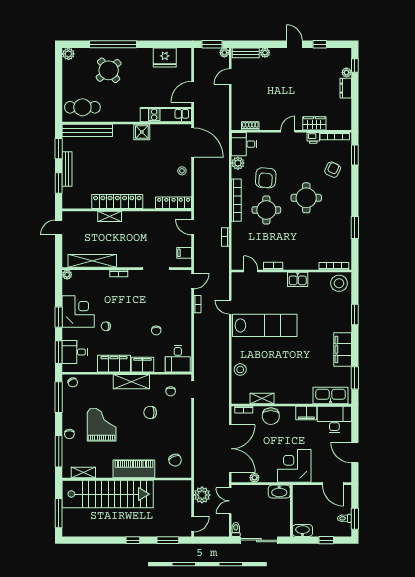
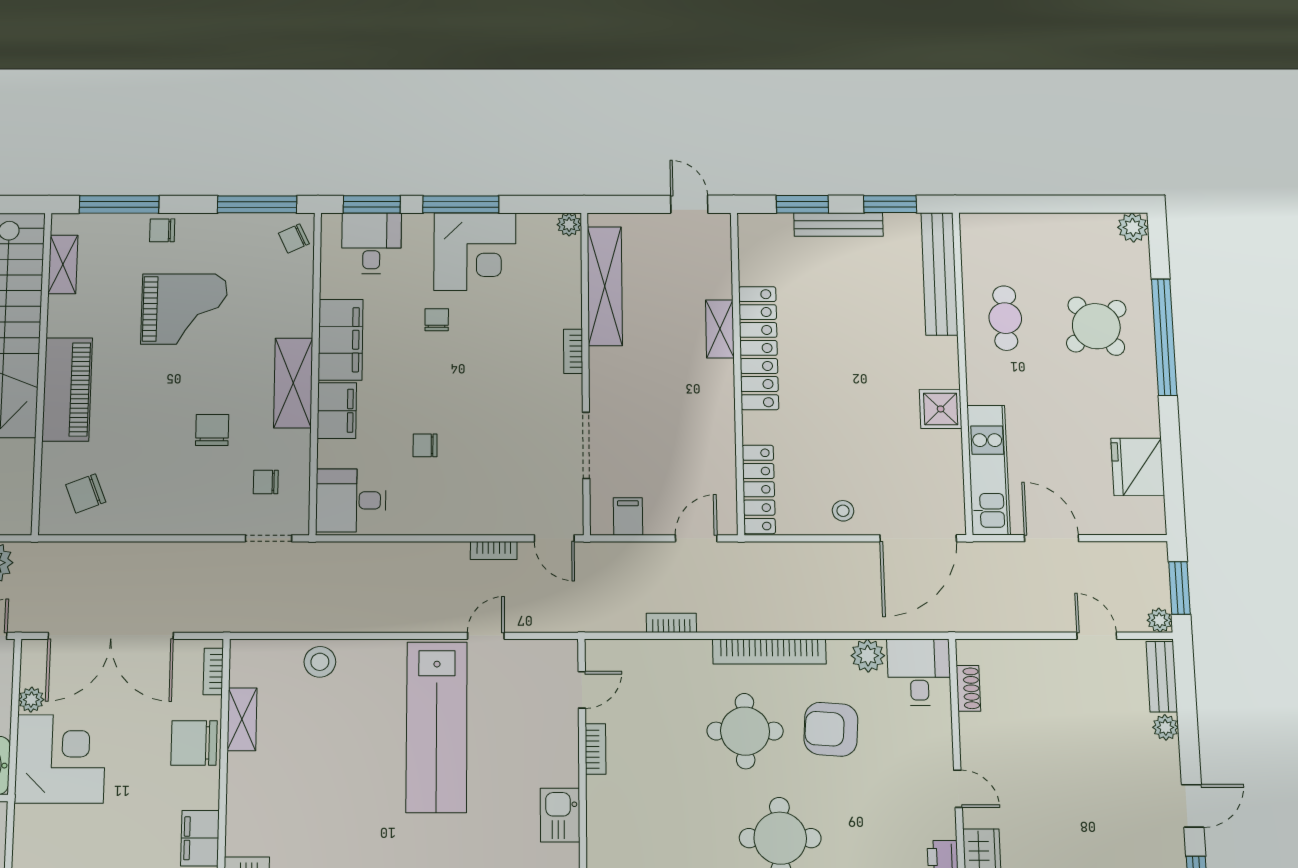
cafe table: (82, 107) -> (1005, 318), moved, width x0.73, depth x0.74
window: (59, 317) -> (461, 204), width x1.44
corner desk: (294, 466) -> (60, 759), moved

